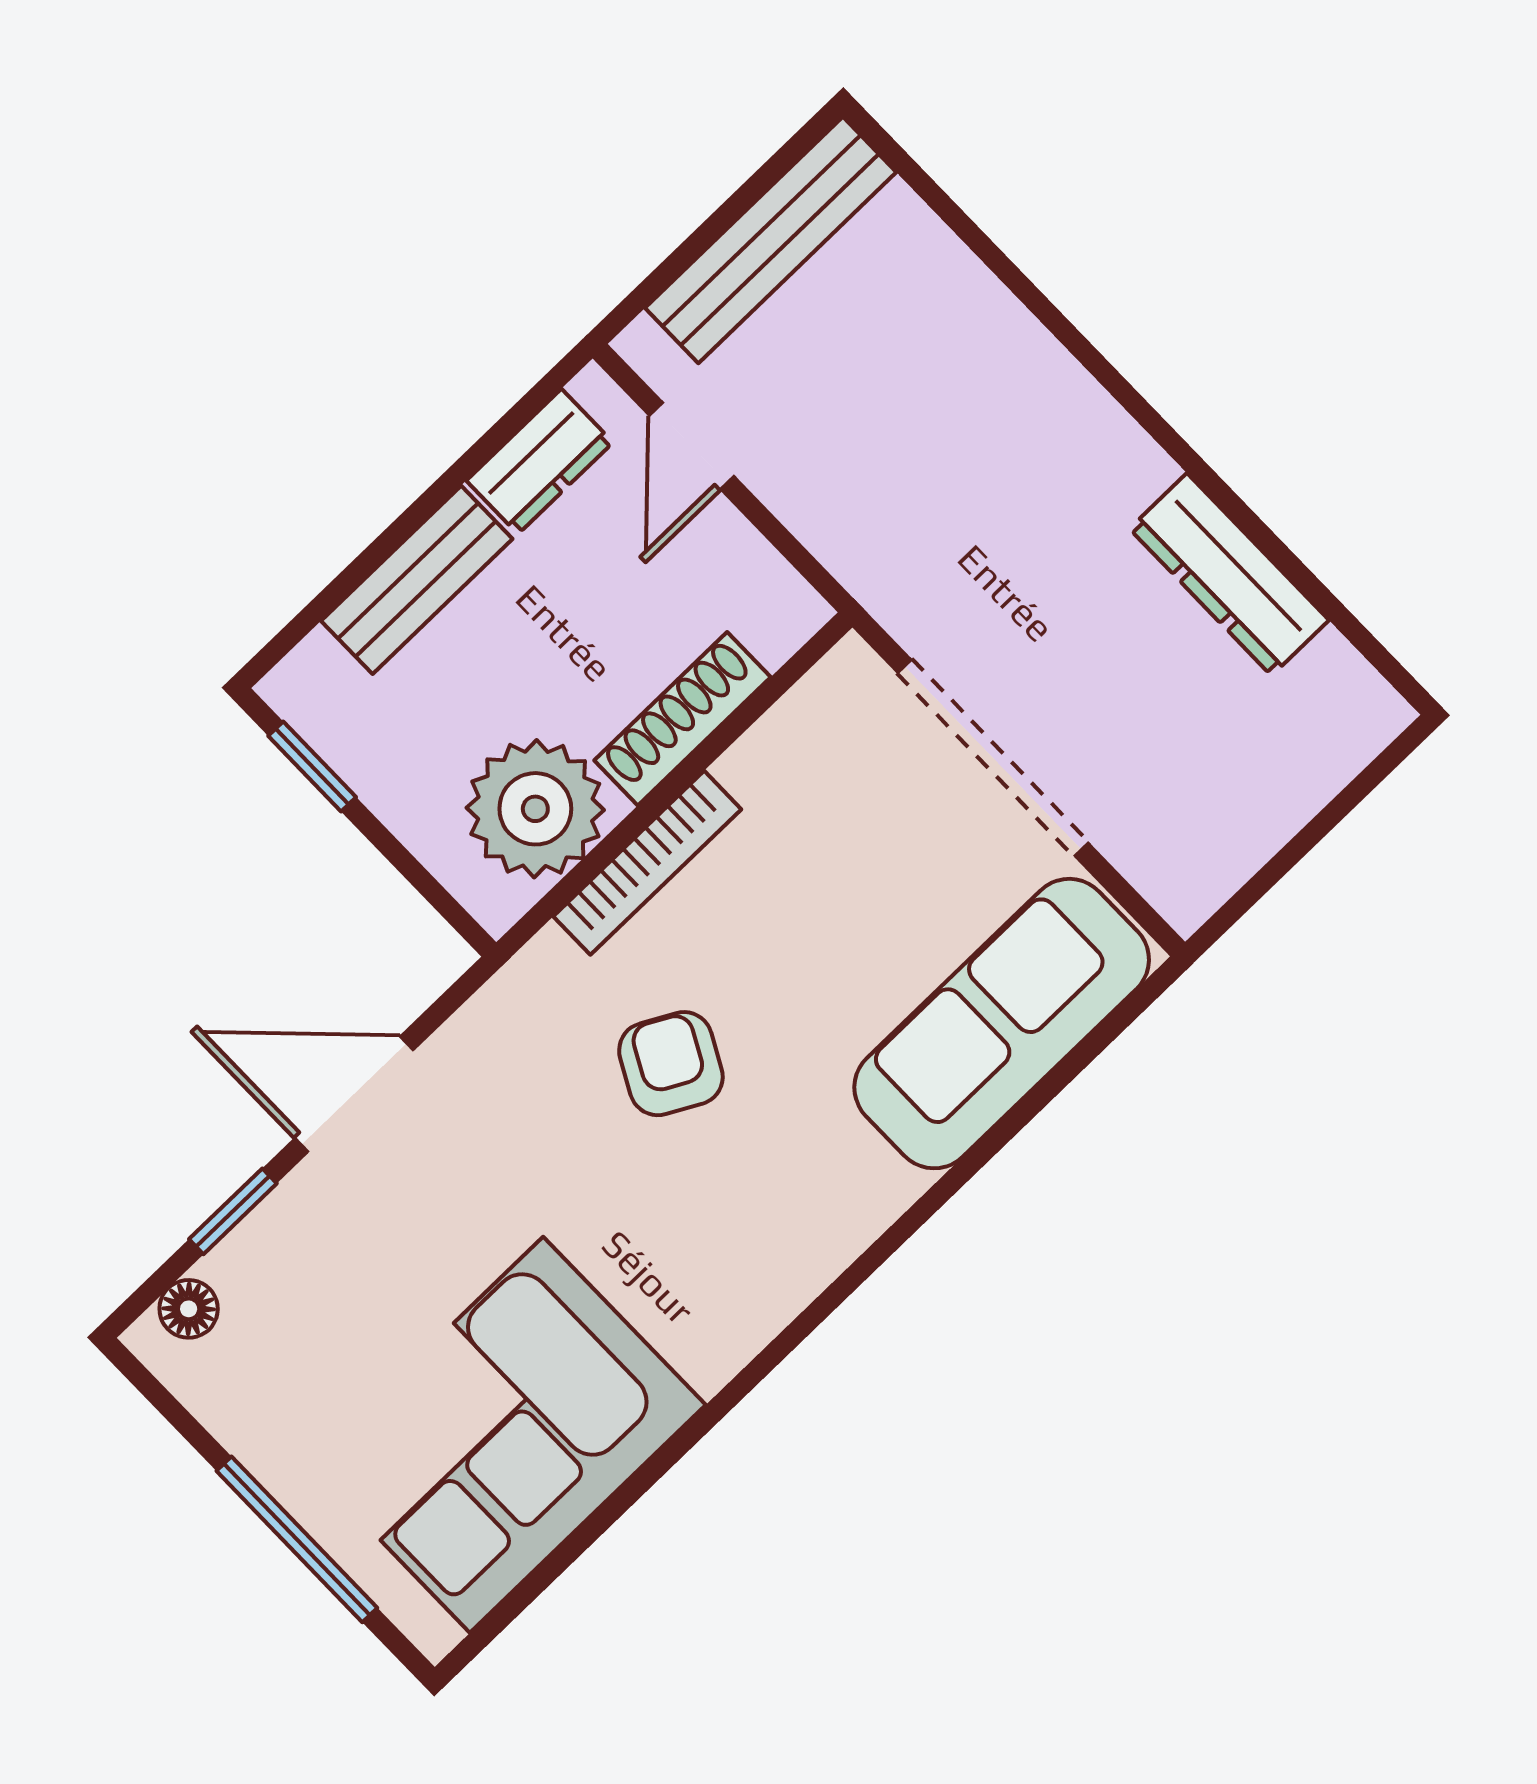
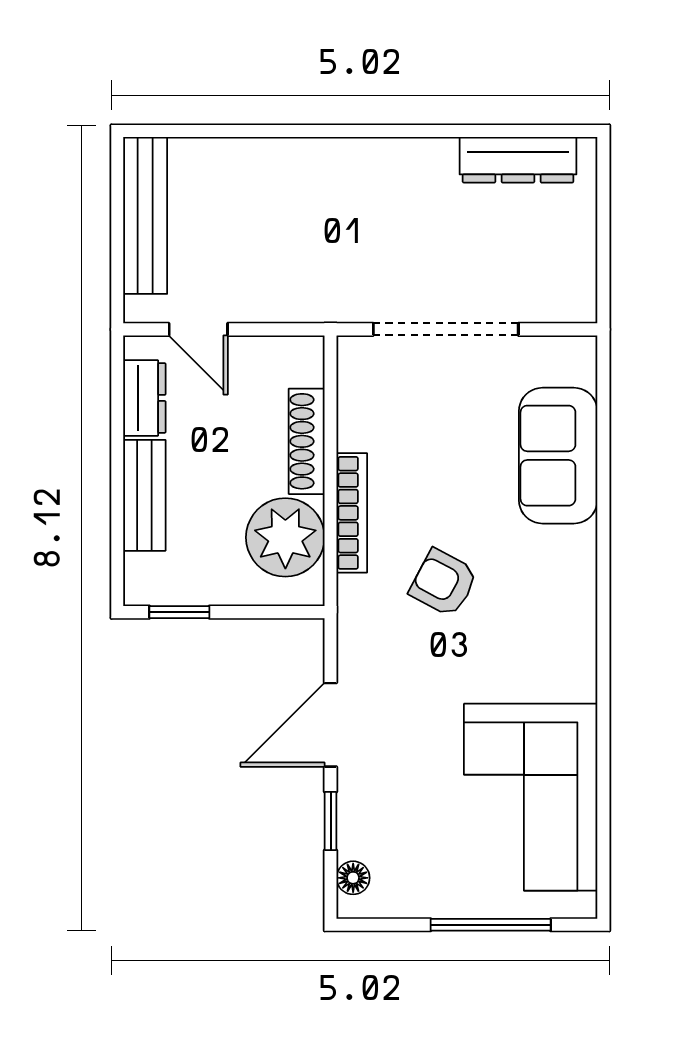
dresser: (1229, 574) -> (518, 160), moved
sofa: (1002, 1024) -> (558, 456), width x0.73

